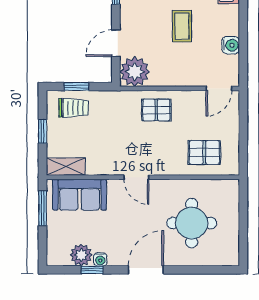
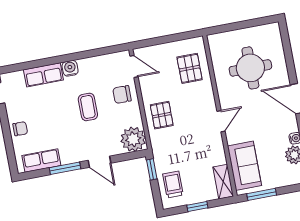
coffee table: (182, 26) -> (88, 107), turned 90
door: (116, 43) -> (99, 162), moved
water cooler: (231, 45) -> (70, 68), moved
chair: (189, 68) -> (122, 95), added
window: (76, 87) -> (152, 169), moved

